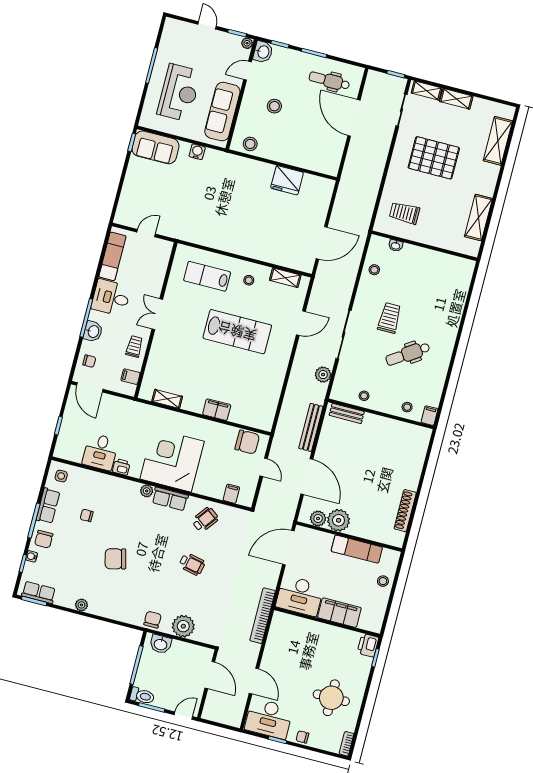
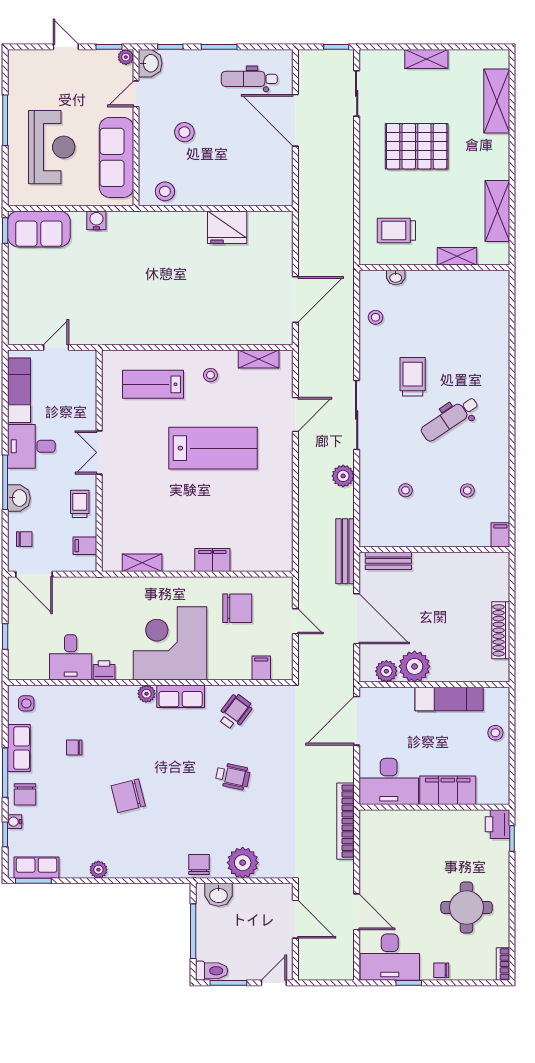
shelving: (427, 91) -> (457, 256), moved
bench: (347, 413) -> (388, 561), moved
wall: (381, 414) -> (434, 550), moved
filing cabinet: (429, 416) -> (500, 535), moved
chair: (247, 442) -> (237, 608), moved

